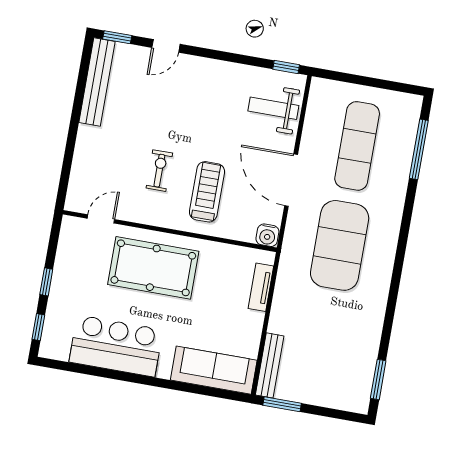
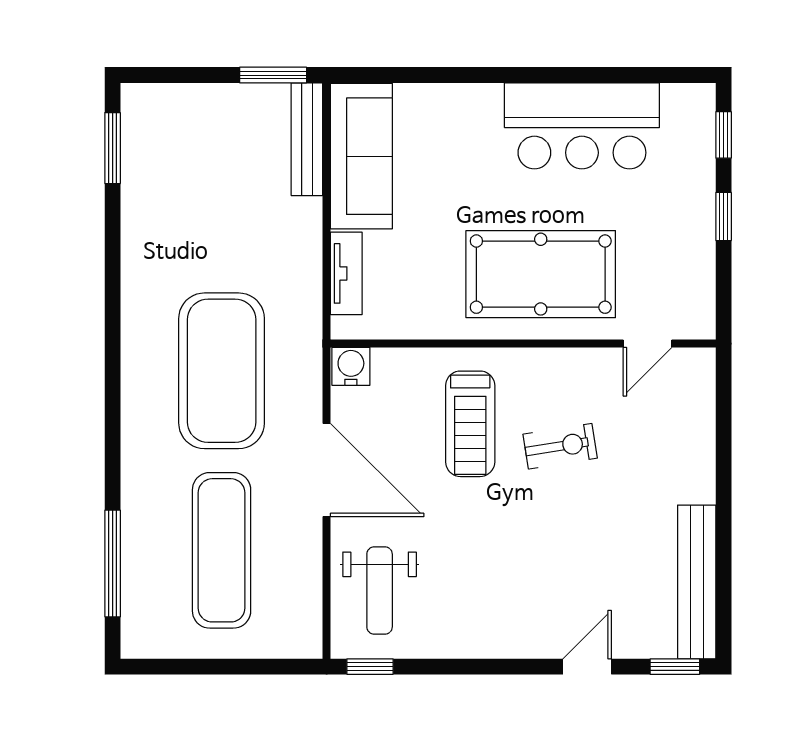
weight bench: (273, 108) -> (380, 591), turned 90
exercise bike: (159, 171) -> (560, 446), turned -99
sofa: (214, 370) -> (361, 156), moved, turned -90

